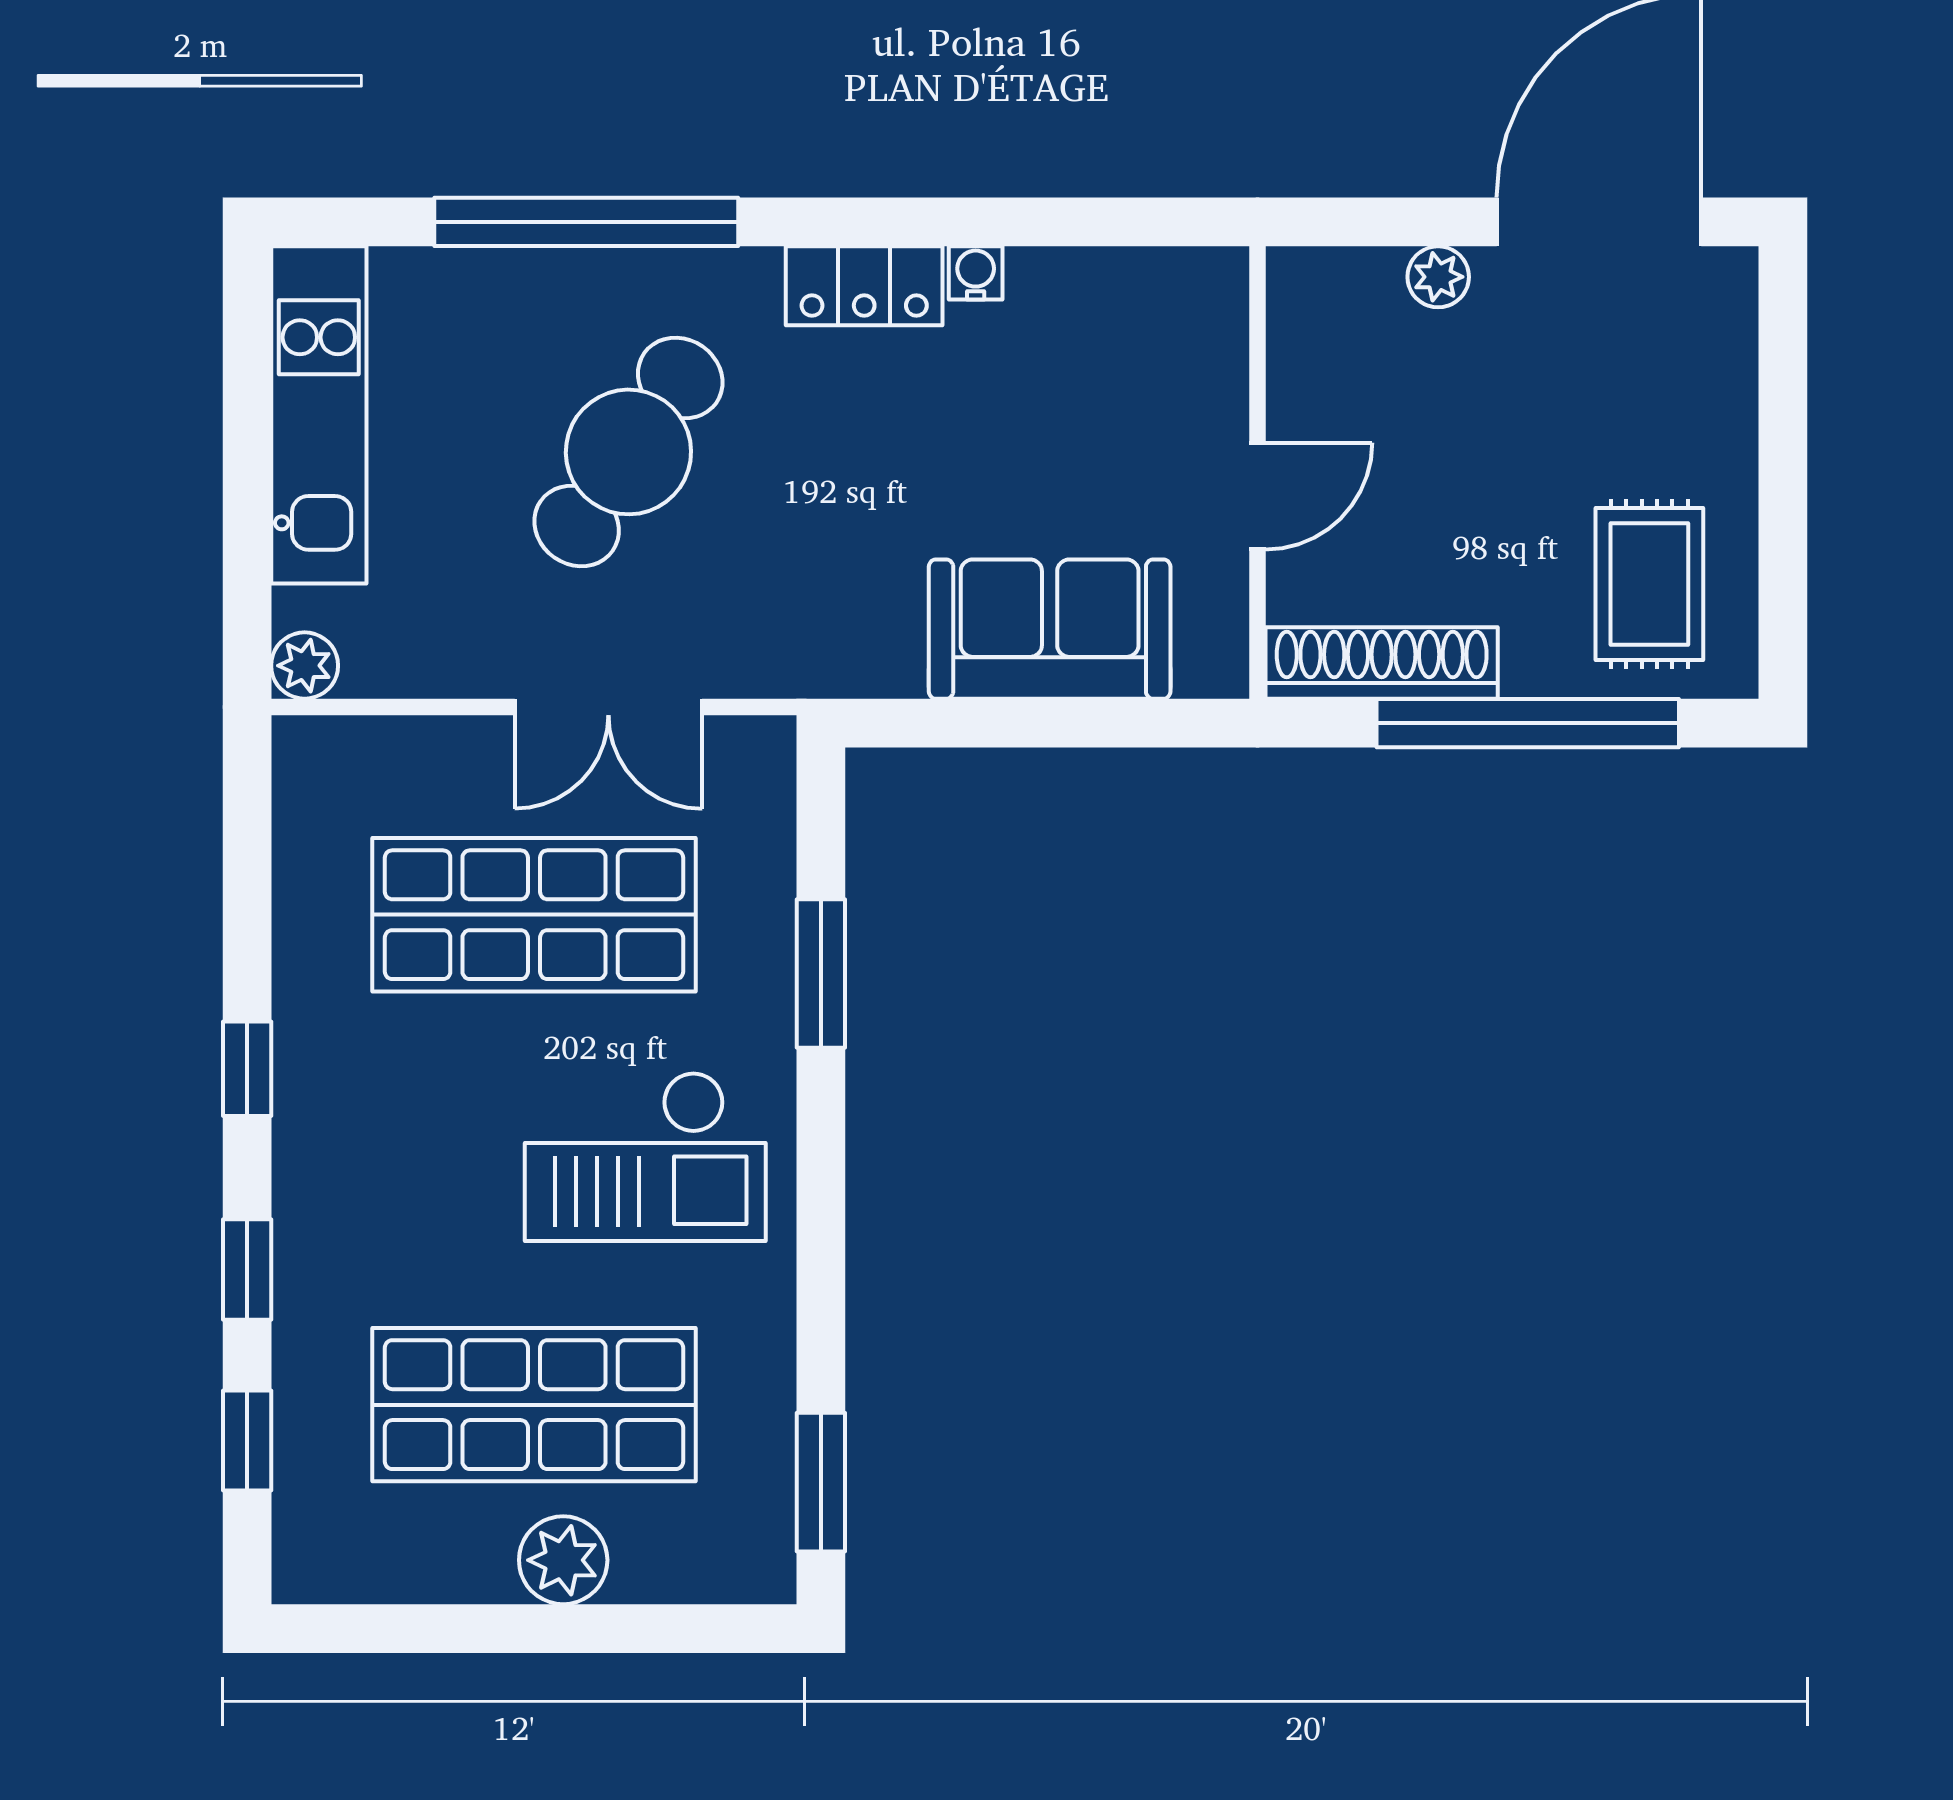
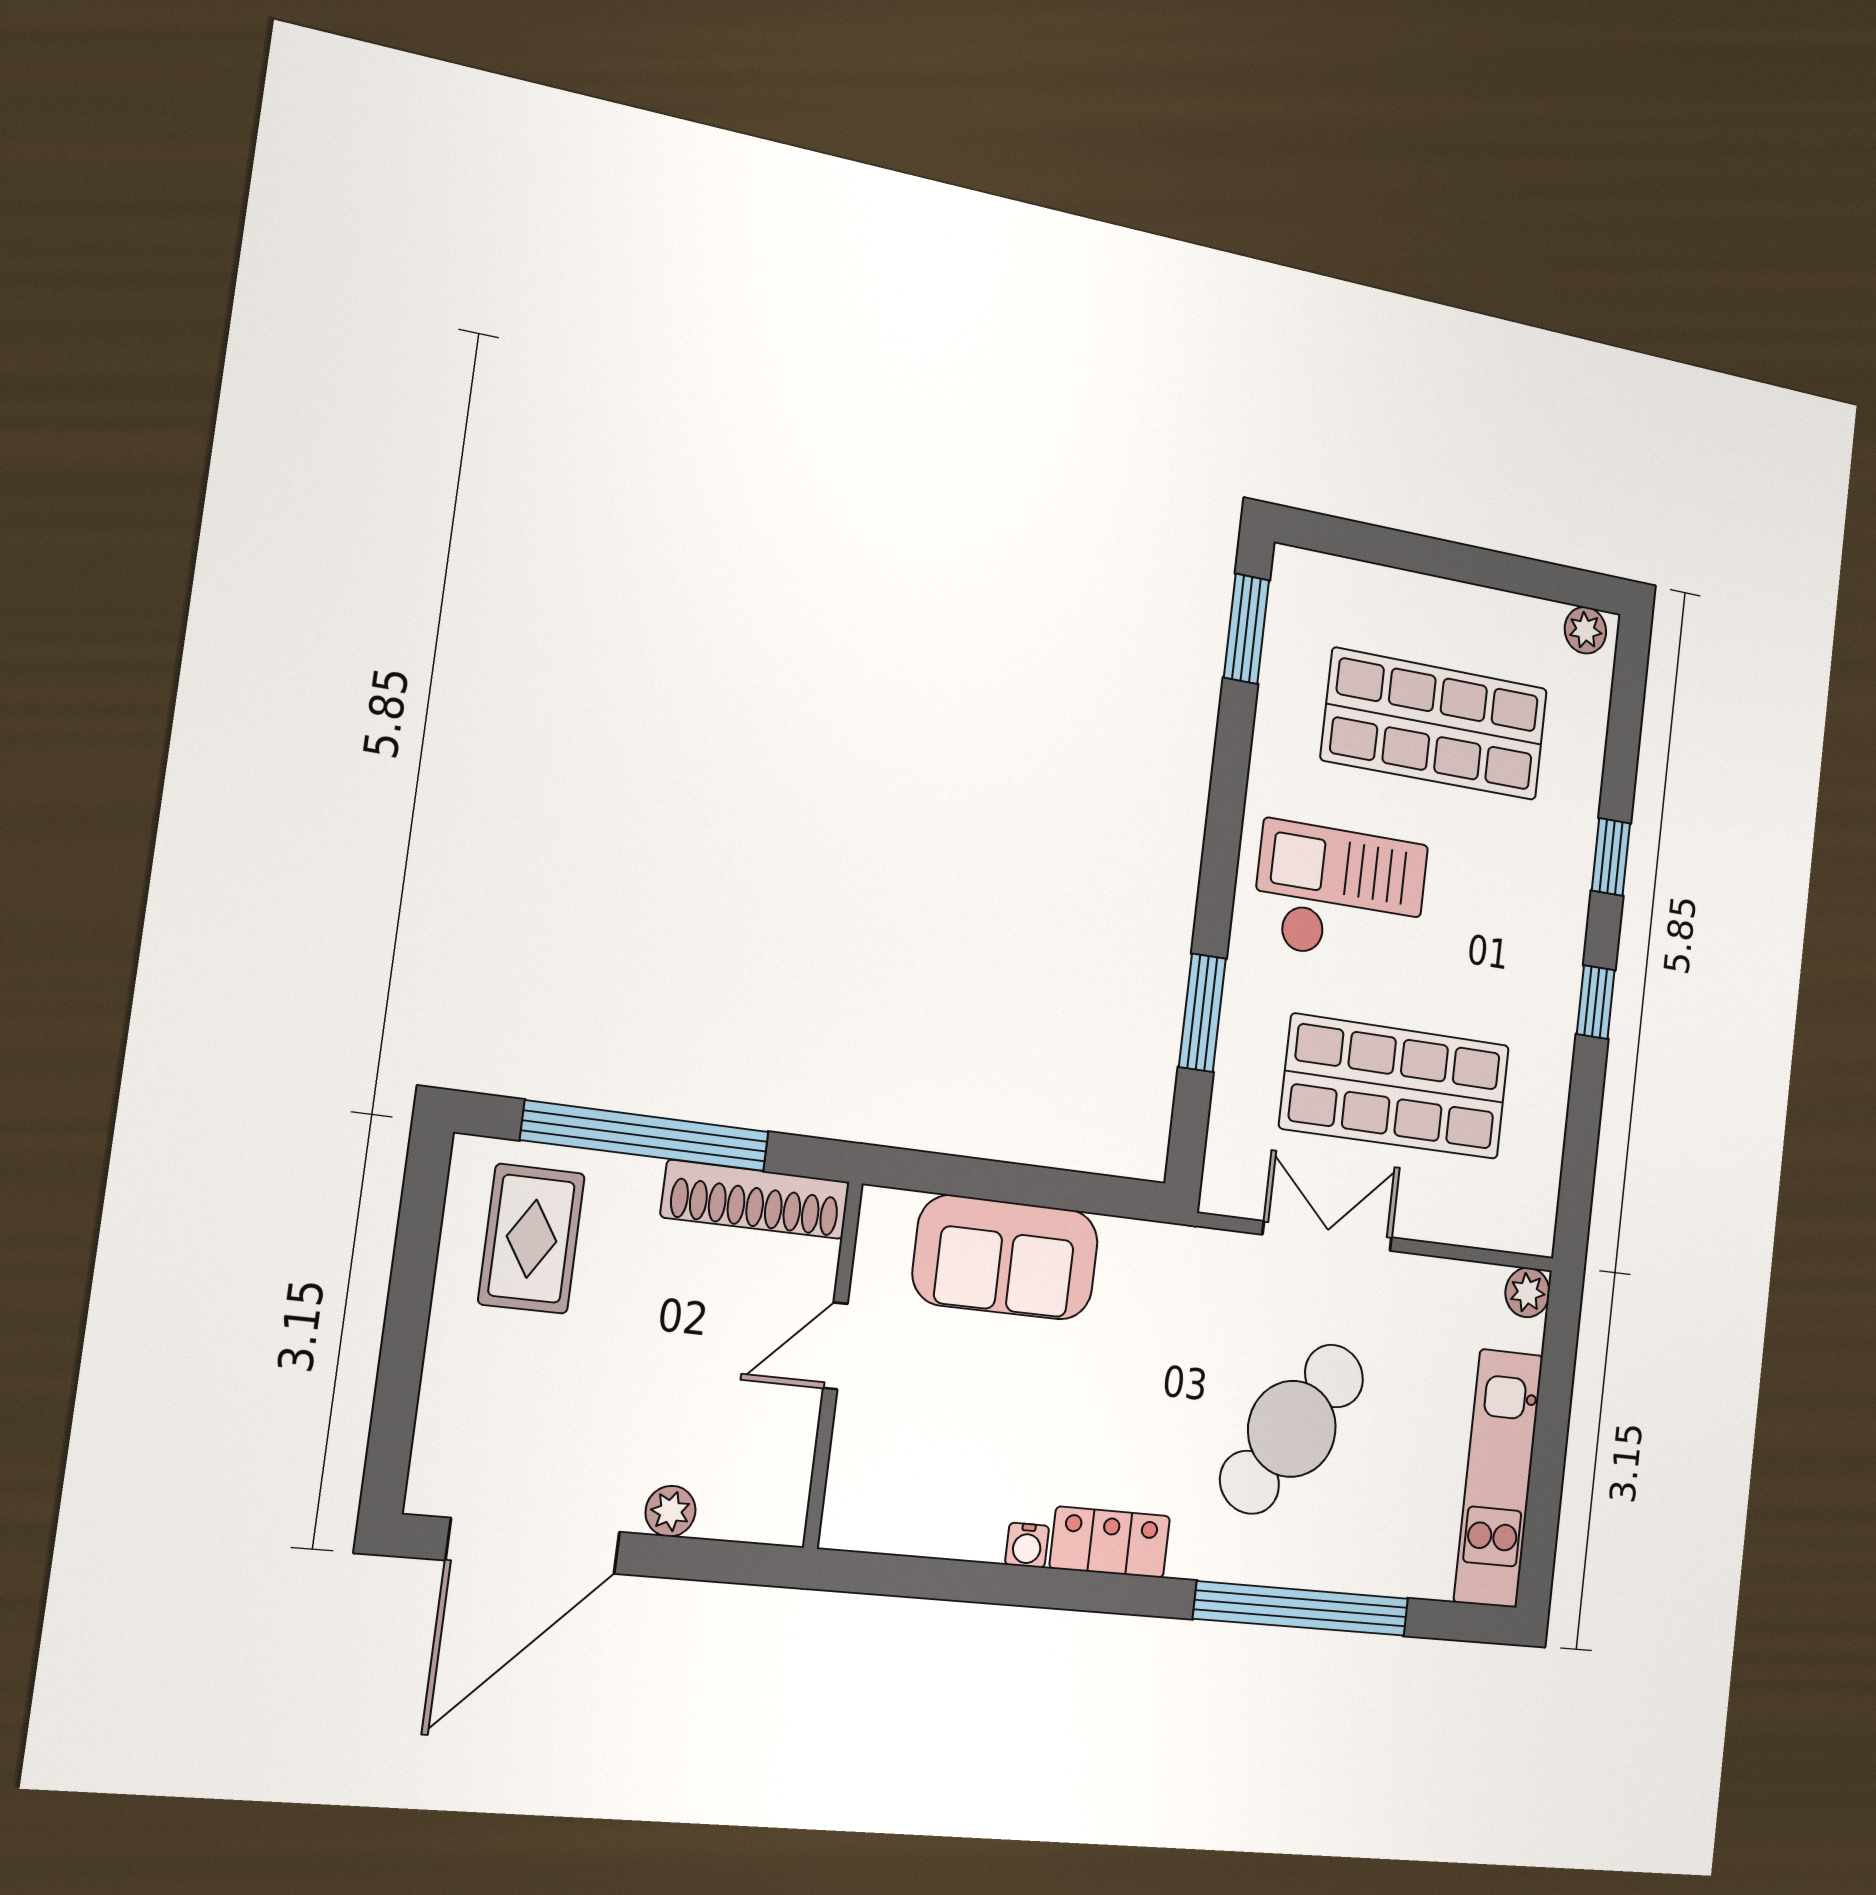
window: (247, 1441) -> (1624, 734), removed
plant: (563, 1560) -> (1585, 630), moved, width x0.73, depth x0.73

